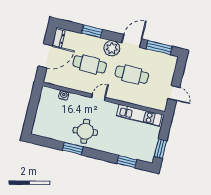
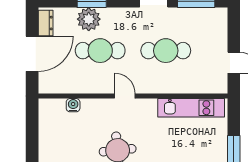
plant: (112, 48) -> (89, 19), moved
door: (98, 98) -> (125, 96), hinge flipped

